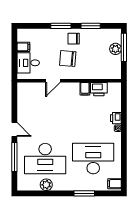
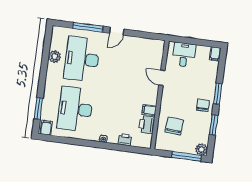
filing cabinet: (23, 47) -> (215, 54), moved
plant: (115, 49) -> (201, 149), moved
chair: (68, 59) -> (174, 126), moved
printer: (116, 118) -> (125, 140), moved
desk: (93, 159) -> (75, 109), turned 180
window: (84, 193) -> (38, 109), moved

